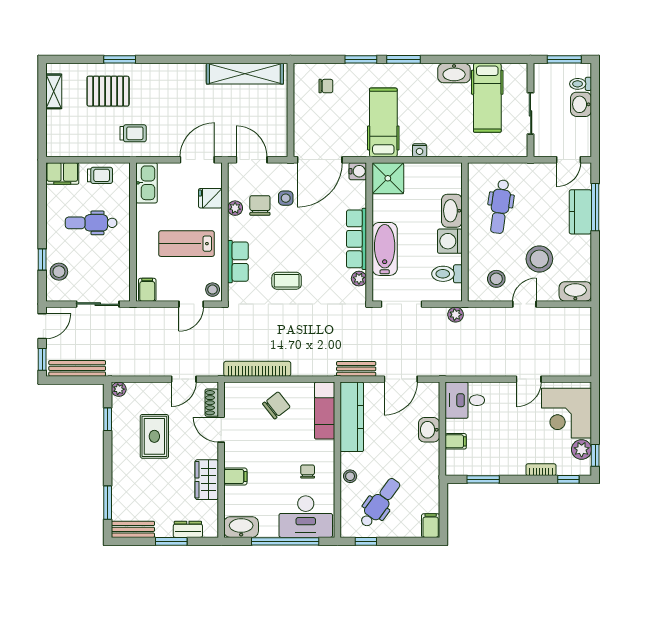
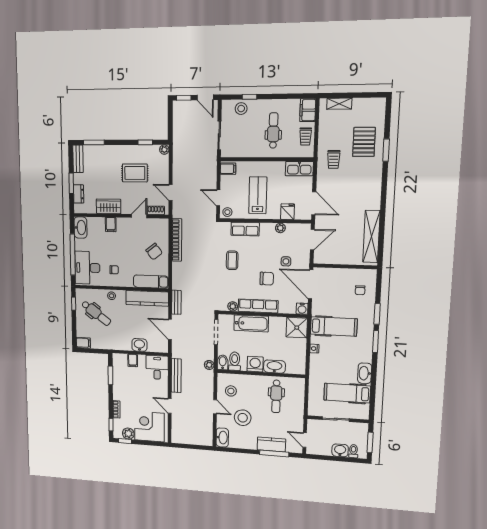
shelving: (54, 91) -> (339, 104), moved
chair: (260, 205) -> (267, 279), moved
dental chair: (500, 207) -> (276, 396), turned -98
bidet: (450, 293) -> (223, 362), added
bench: (77, 368) -> (176, 376), moved

